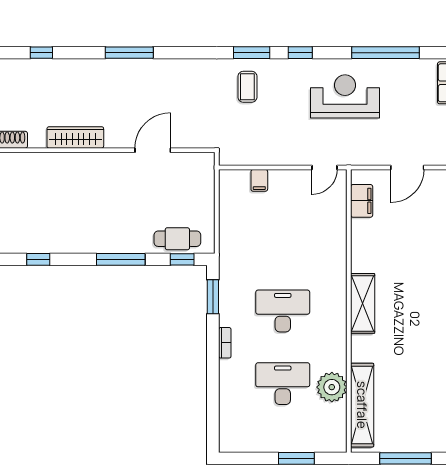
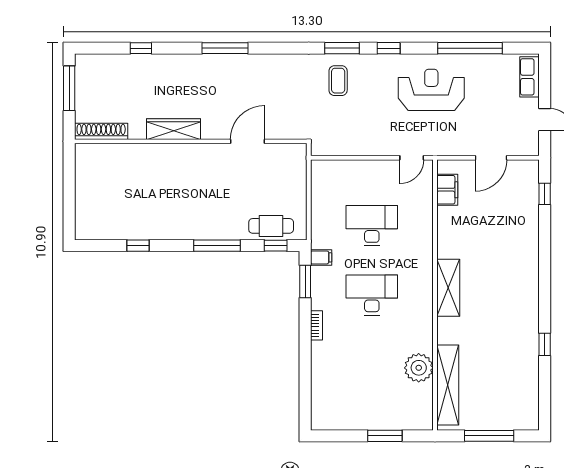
filing cabinet: (259, 180) -> (321, 257), moved, turned -90
desk: (283, 384) -> (372, 226), moved

